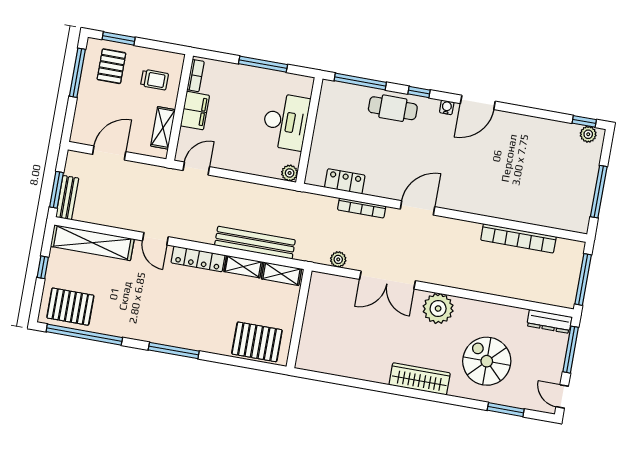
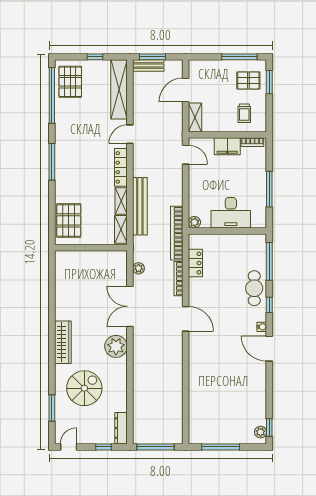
shelving: (163, 128) -> (195, 117), moved, turned 90
door: (109, 153) -> (186, 90), swing flipped
bookcase: (518, 238) -> (177, 233), moved
window: (571, 350) -> (103, 447), width x0.46

